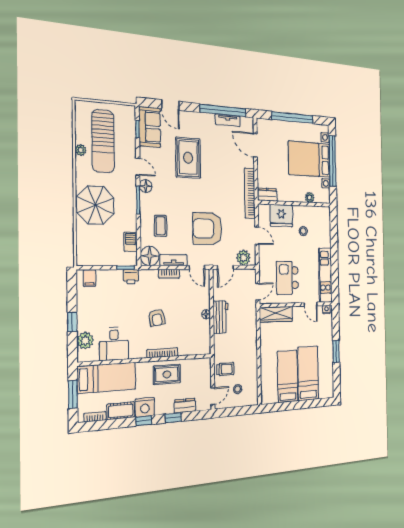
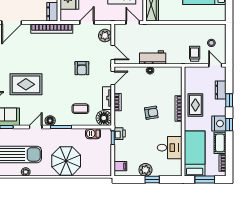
armchair: (207, 229) -> (82, 68), width x0.53, depth x0.53
plant: (85, 341) -> (145, 170), moved

